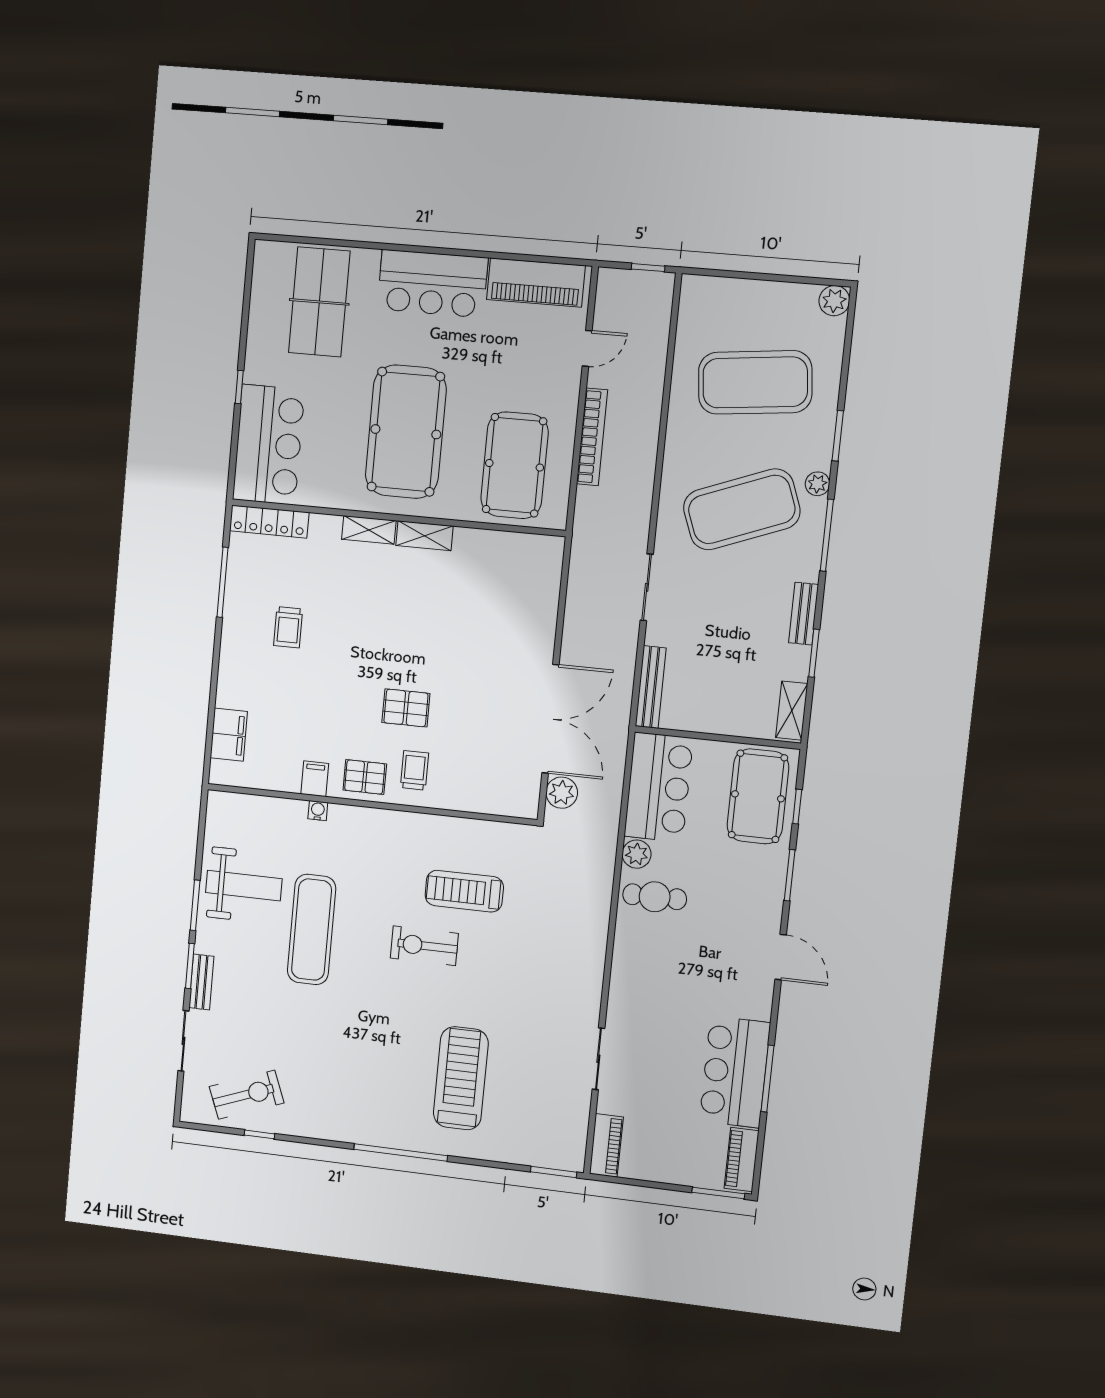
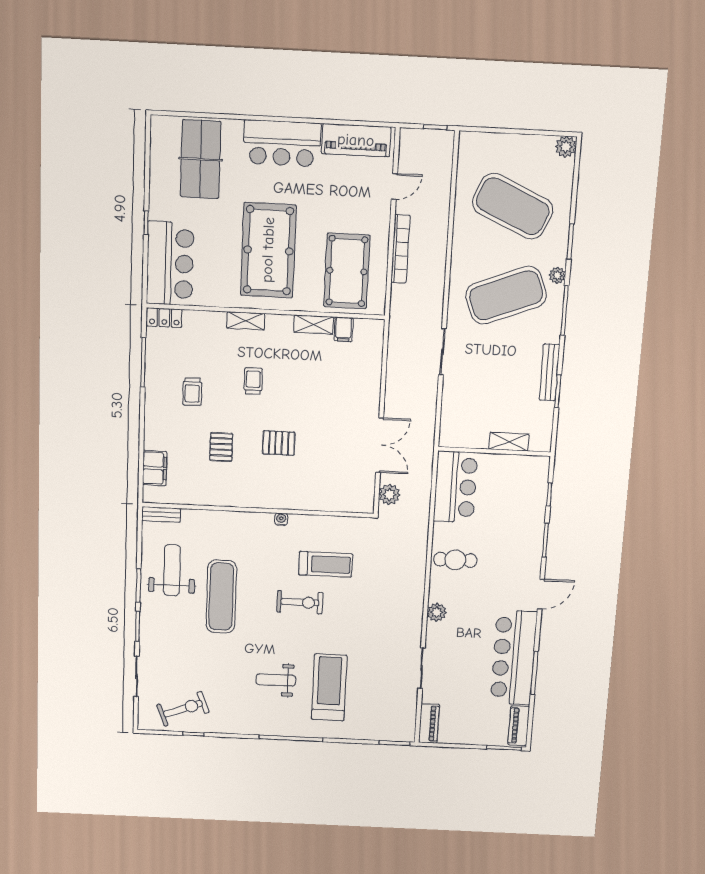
exercise mat: (755, 382) -> (513, 206), turned 30
locker: (269, 522) -> (164, 318), width x0.66
shelving: (424, 536) -> (314, 325), moved
bench: (804, 614) -> (550, 372), width x1.36
bench: (651, 687) -> (448, 420), removed
shelving: (792, 711) -> (509, 442), moved, turned 90
double door: (550, 719) -> (380, 445), width x0.73
trolley: (414, 770) -> (253, 381), moved
pallet: (365, 777) -> (221, 447), moved, turned 90
filing cabinet: (315, 779) -> (343, 329), moved, turned 180
pool table: (758, 796) -> (523, 489), removed
water cooler: (318, 811) -> (281, 519), moved
plant: (637, 854) -> (437, 612), moved
weight bench: (244, 886) -> (172, 570), turned -90
treadmill: (464, 891) -> (326, 564), turned 180
exercise bike: (424, 946) -> (300, 602), turned 180
door: (781, 957) -> (541, 594), hinge flipped
bench: (201, 982) -> (161, 514), moved, turned 90
weight bench: (383, 1061) -> (276, 680), added
bar counter: (735, 1072) -> (514, 658), width x1.36

